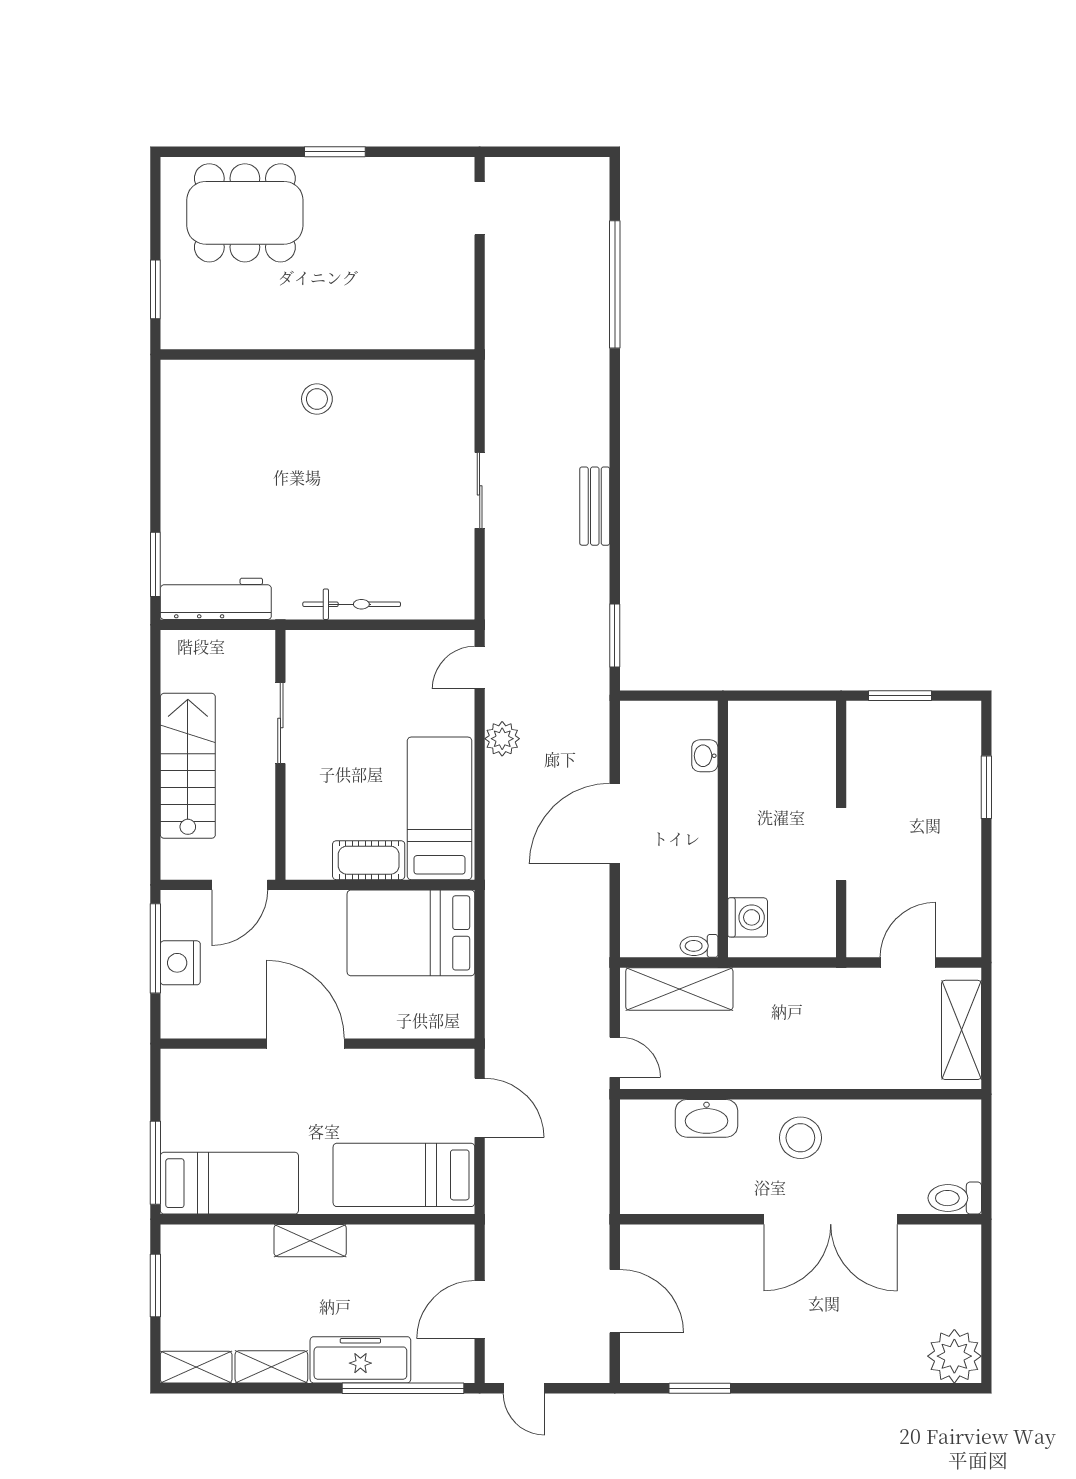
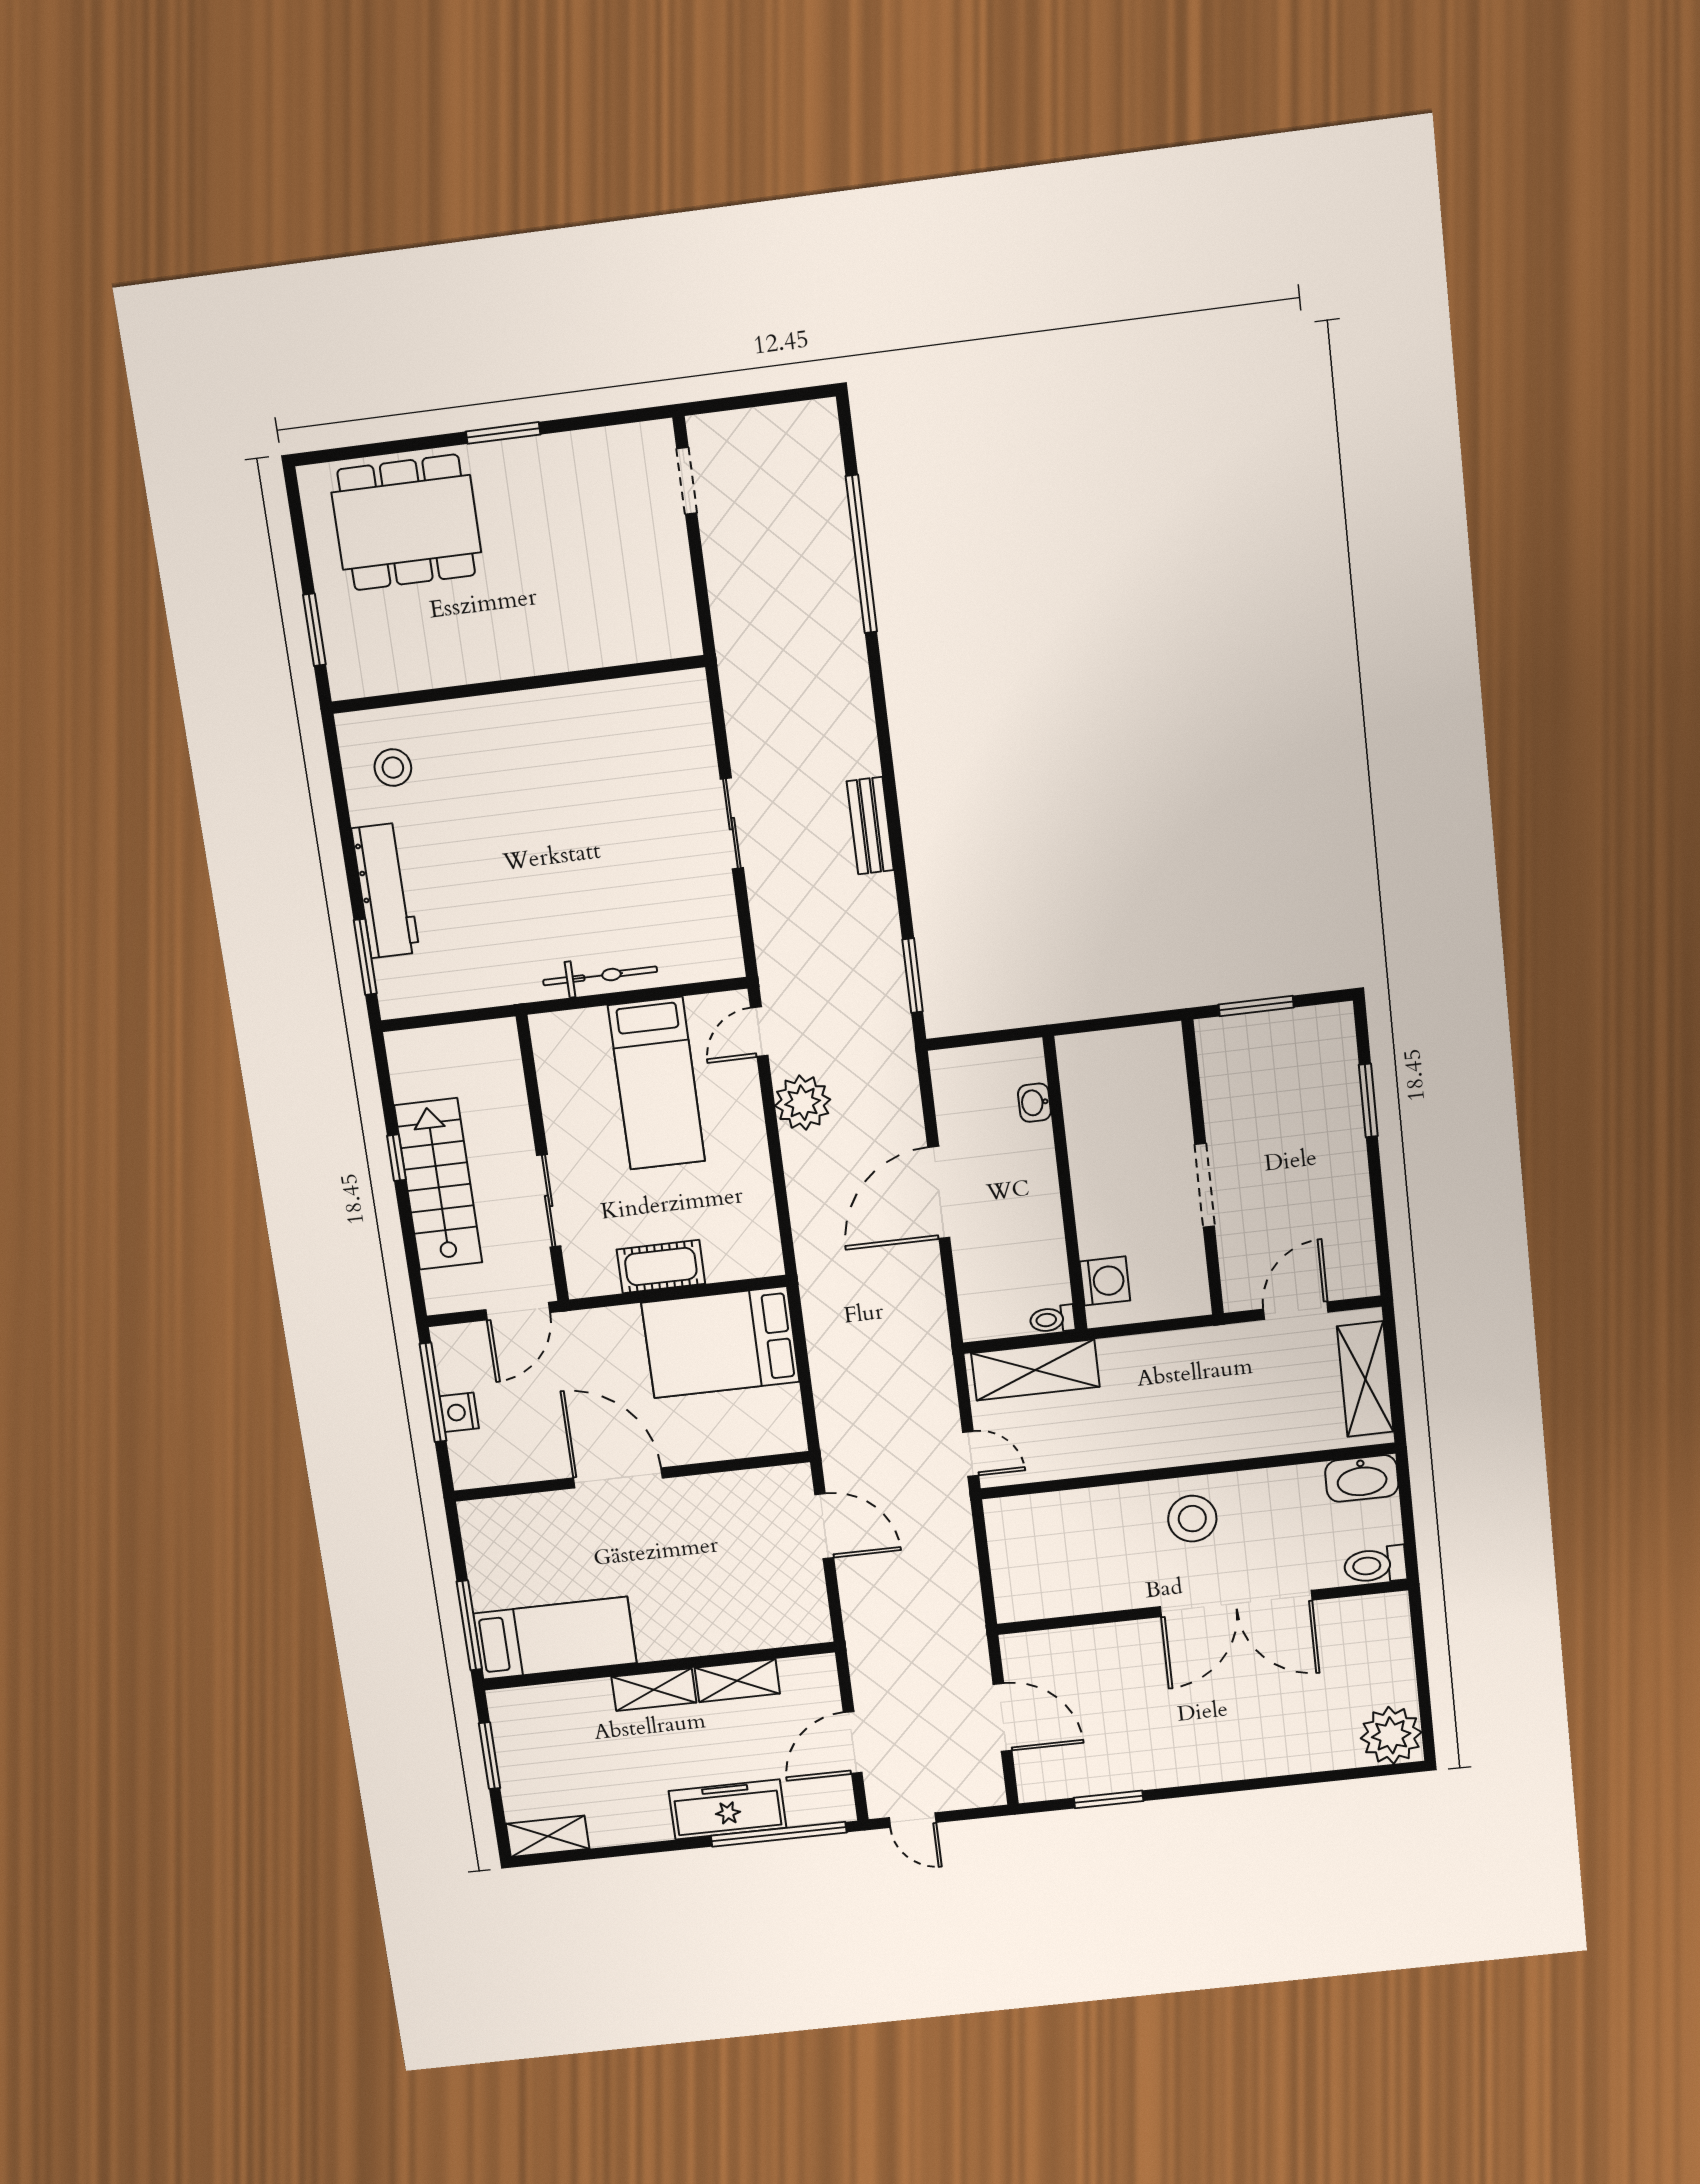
stool: (317, 399) -> (393, 768), moved
workbench: (216, 599) -> (386, 891), moved, turned 90
sliding door: (280, 723) -> (549, 1201), moved
window: (155, 739) -> (396, 1158), added
plant: (502, 739) -> (803, 1103), width x1.36, depth x1.36
bed: (440, 808) -> (656, 1083), moved, turned 180
nightstand: (180, 963) -> (459, 1412), width x0.74, depth x0.75
washbasin: (707, 1118) -> (1362, 1478), moved
bed: (404, 1175) -> (749, 1608), removed
shelving: (271, 1367) -> (737, 1681), moved

